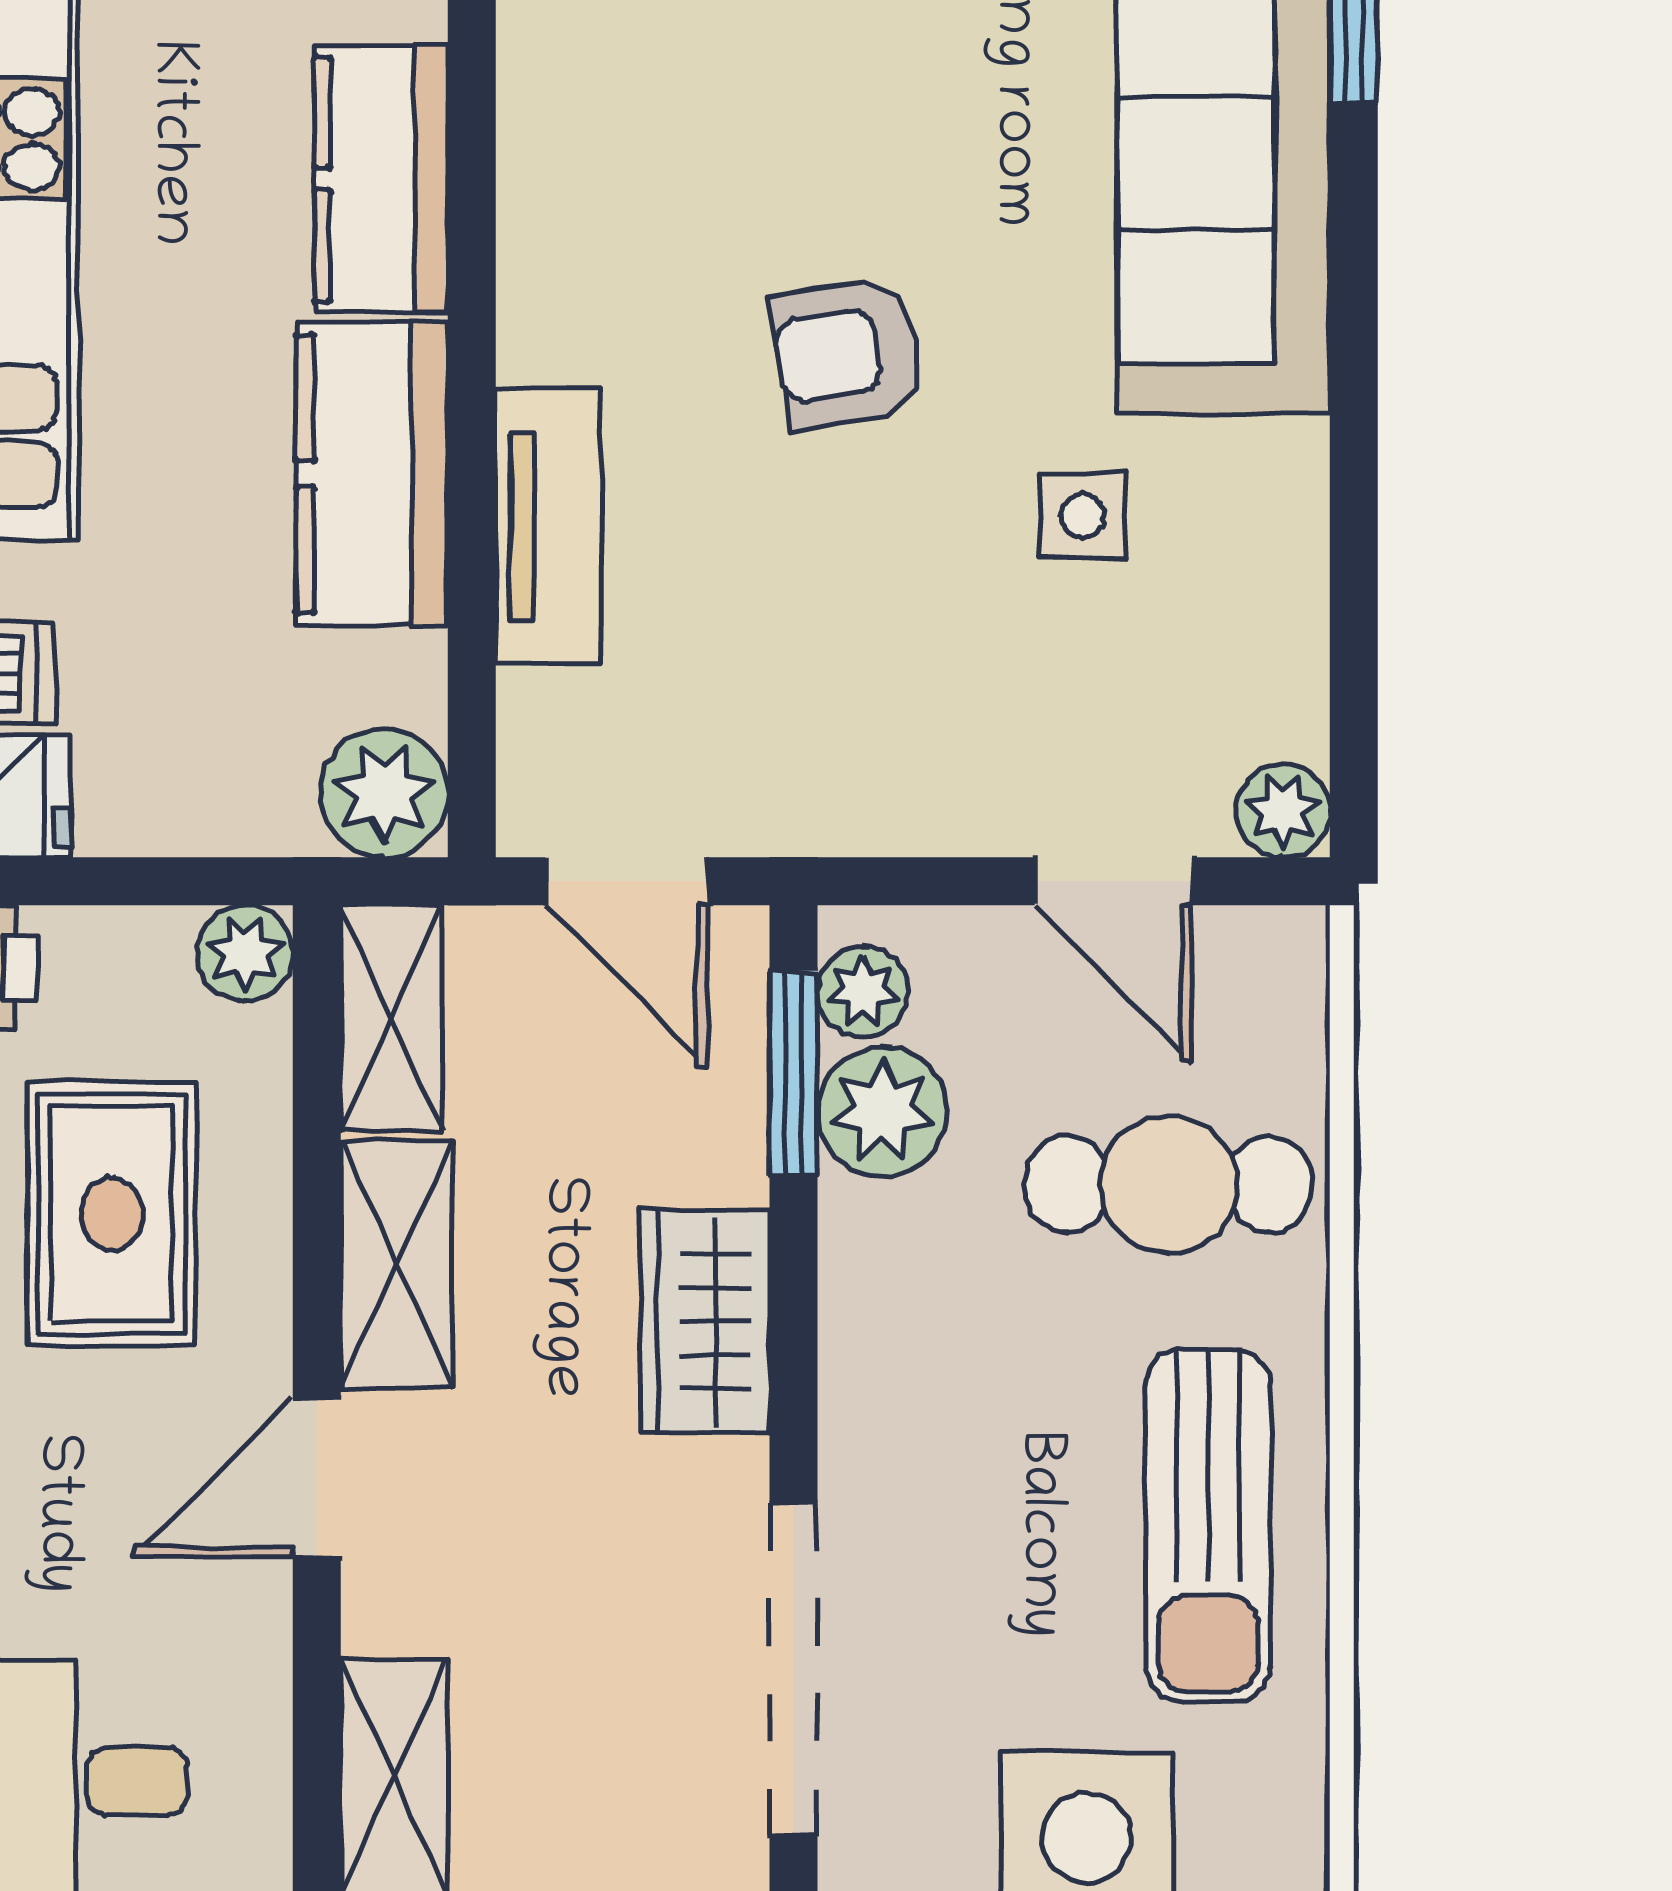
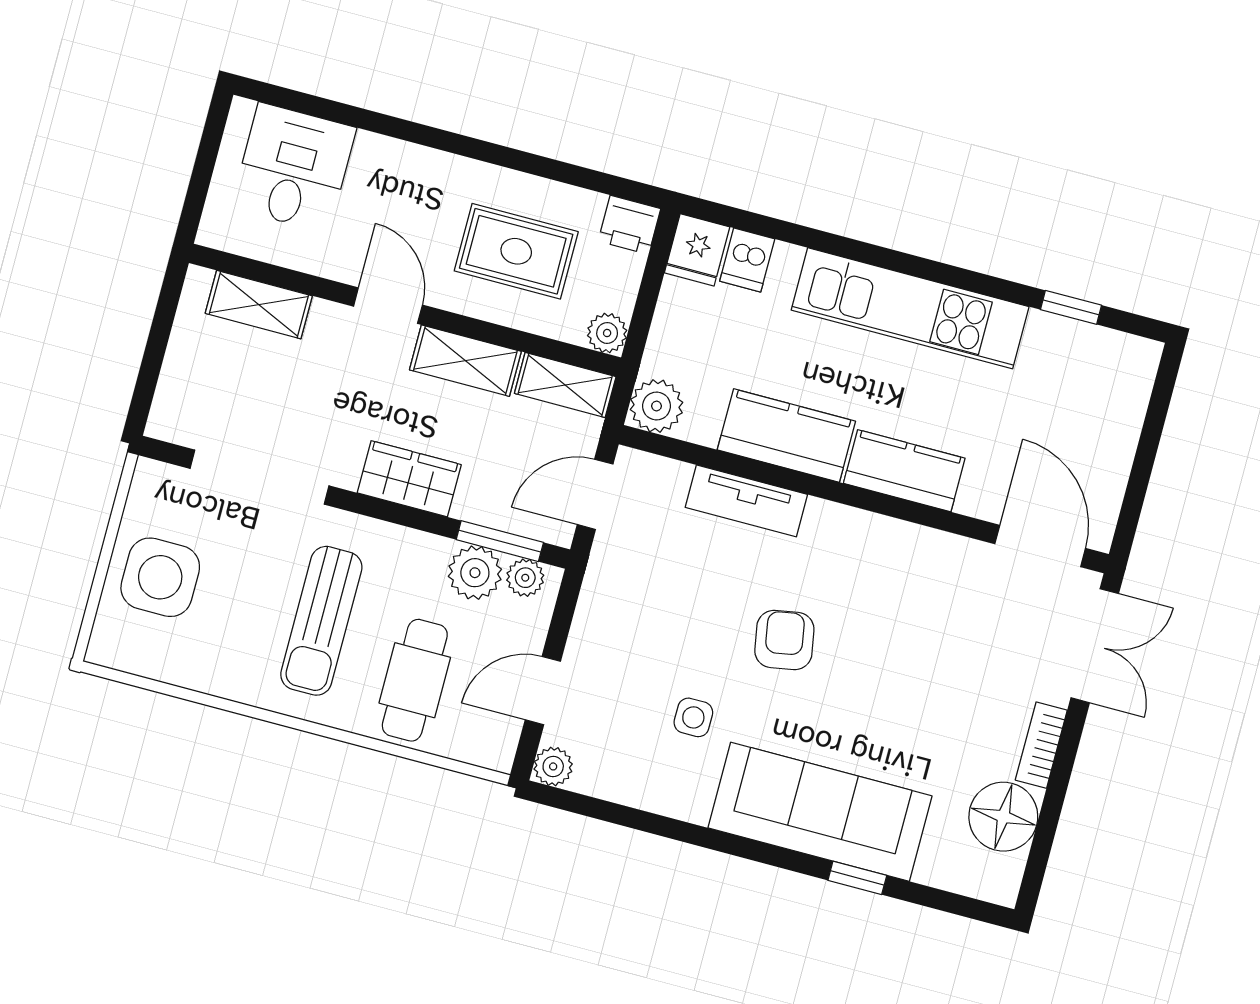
sun lounger: (1208, 1525) -> (321, 621), moved, turned -90

